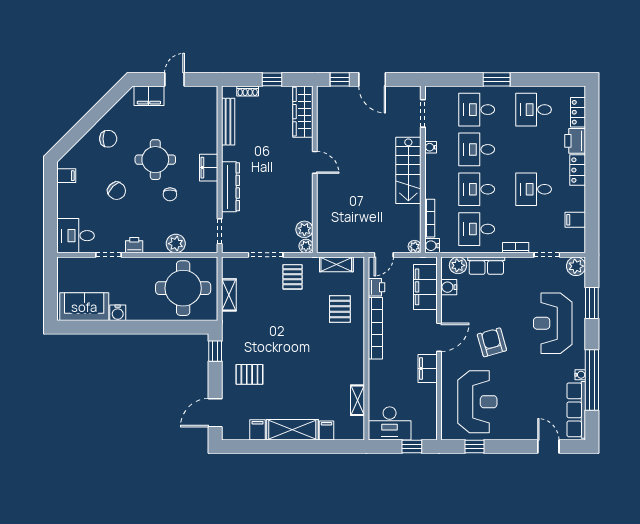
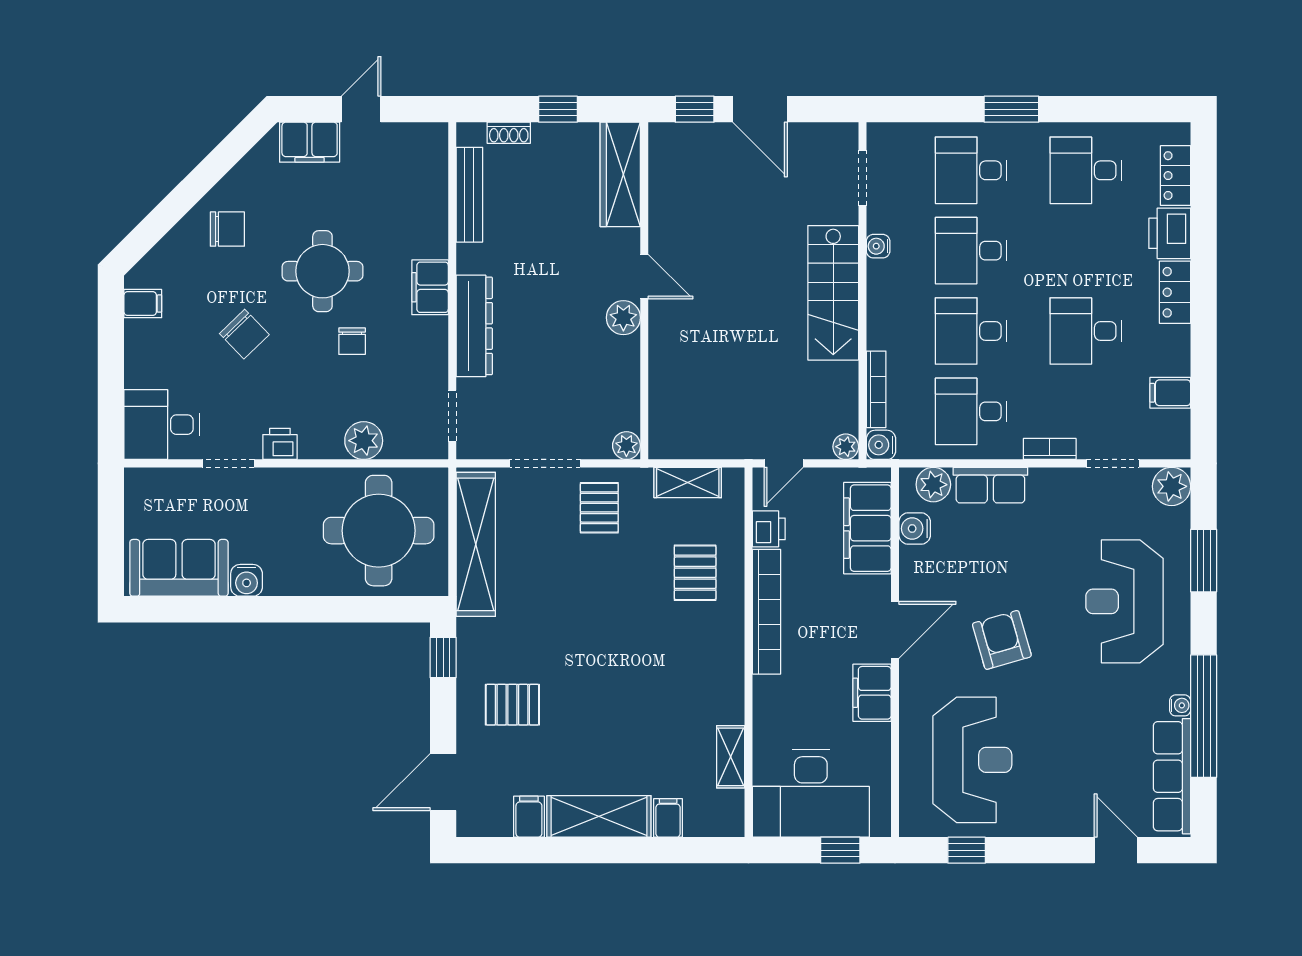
plant: (304, 229) -> (623, 318), moved
shelving: (229, 295) -> (476, 544), width x2.20, depth x1.33
desk: (390, 423) -> (811, 793), width x1.36, depth x1.30

